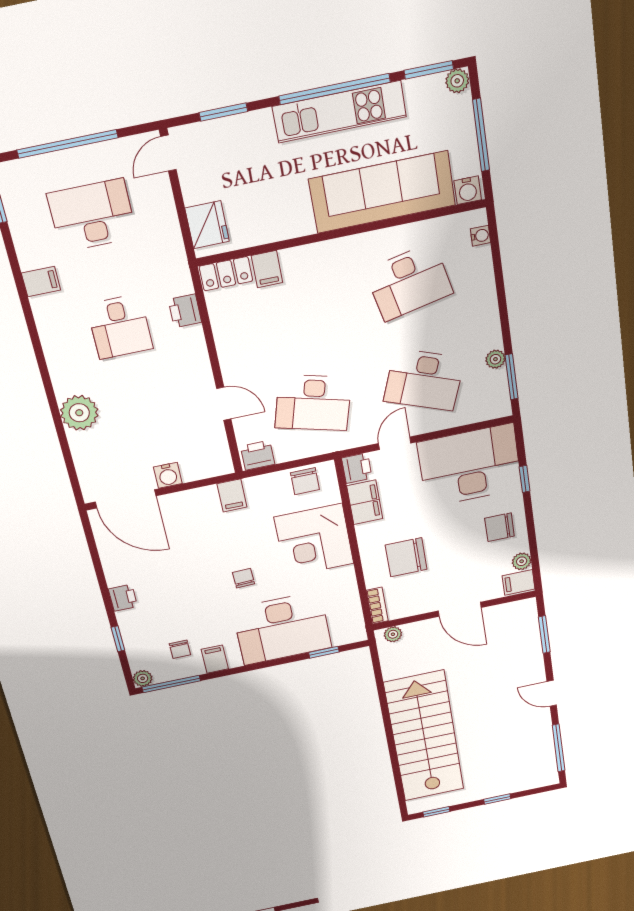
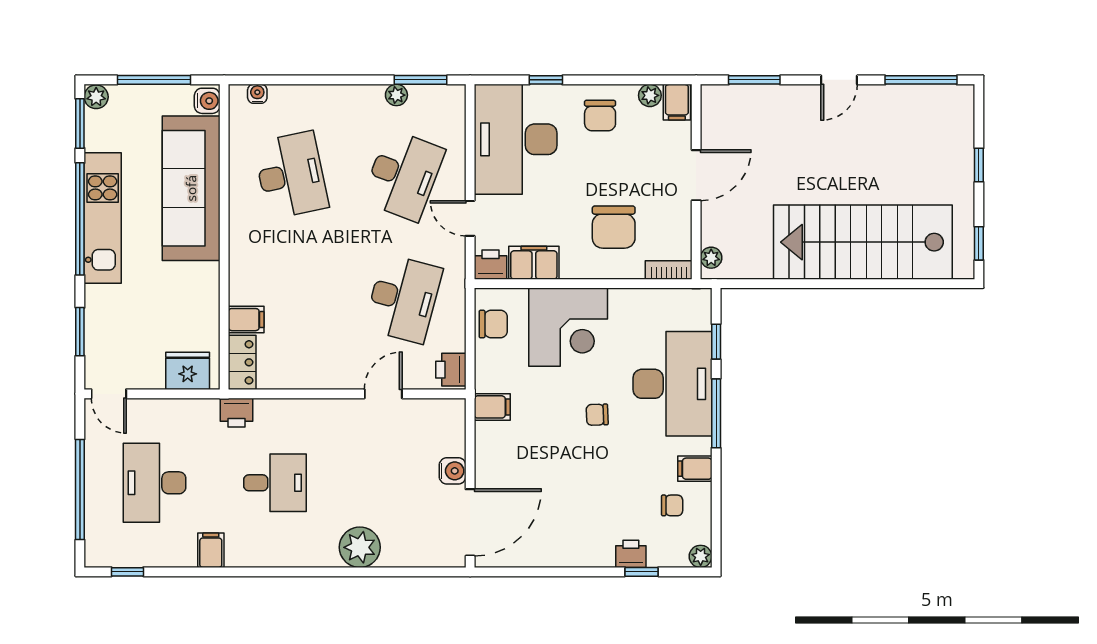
printer: (185, 311) -> (236, 413), moved
printer: (123, 598) -> (631, 554), moved
window: (171, 684) -> (716, 413), moved

